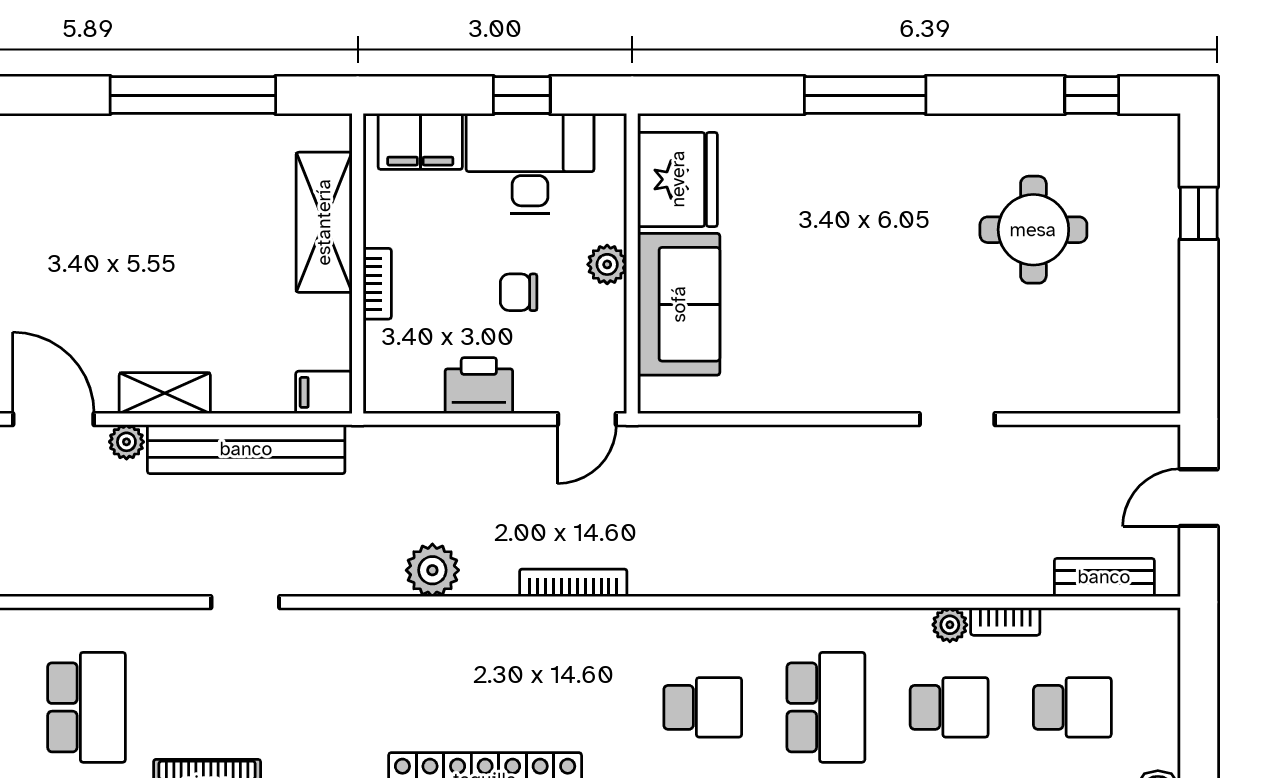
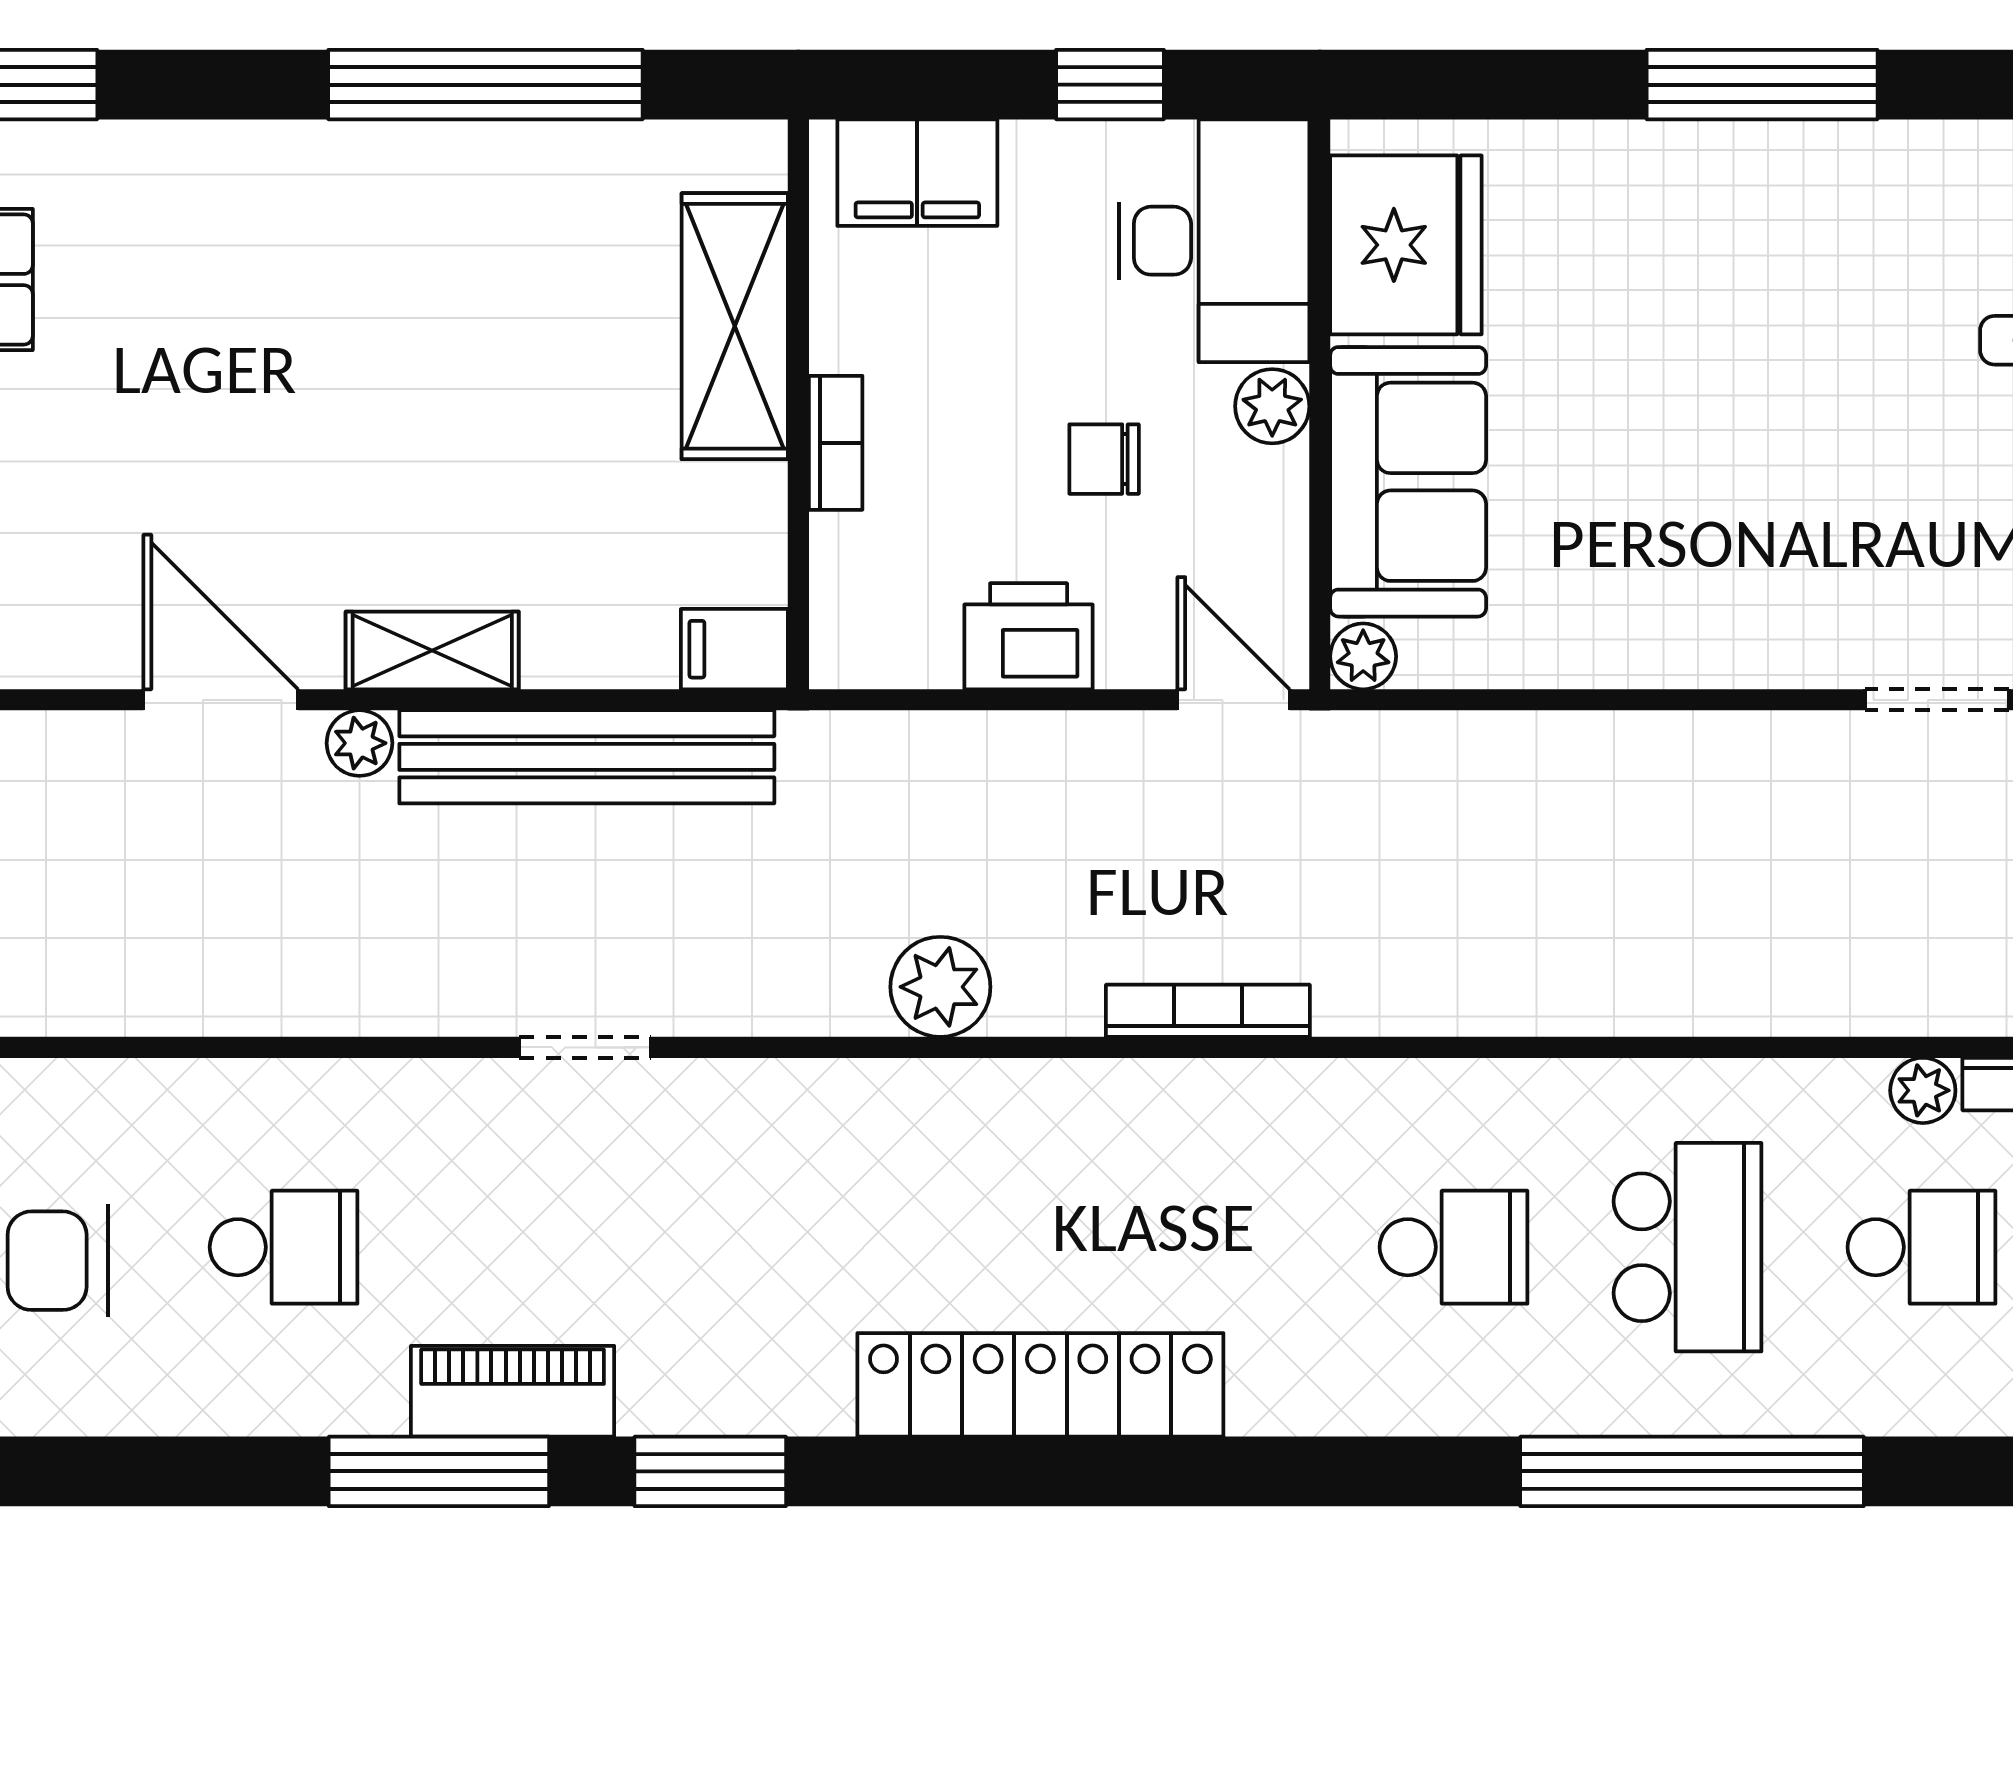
desk: (530, 164) -> (1214, 241), moved, turned 90
plant: (655, 396) -> (1363, 656), added
door: (587, 419) -> (1234, 700), swing flipped
school desk: (86, 707) -> (284, 1247), width x0.54

